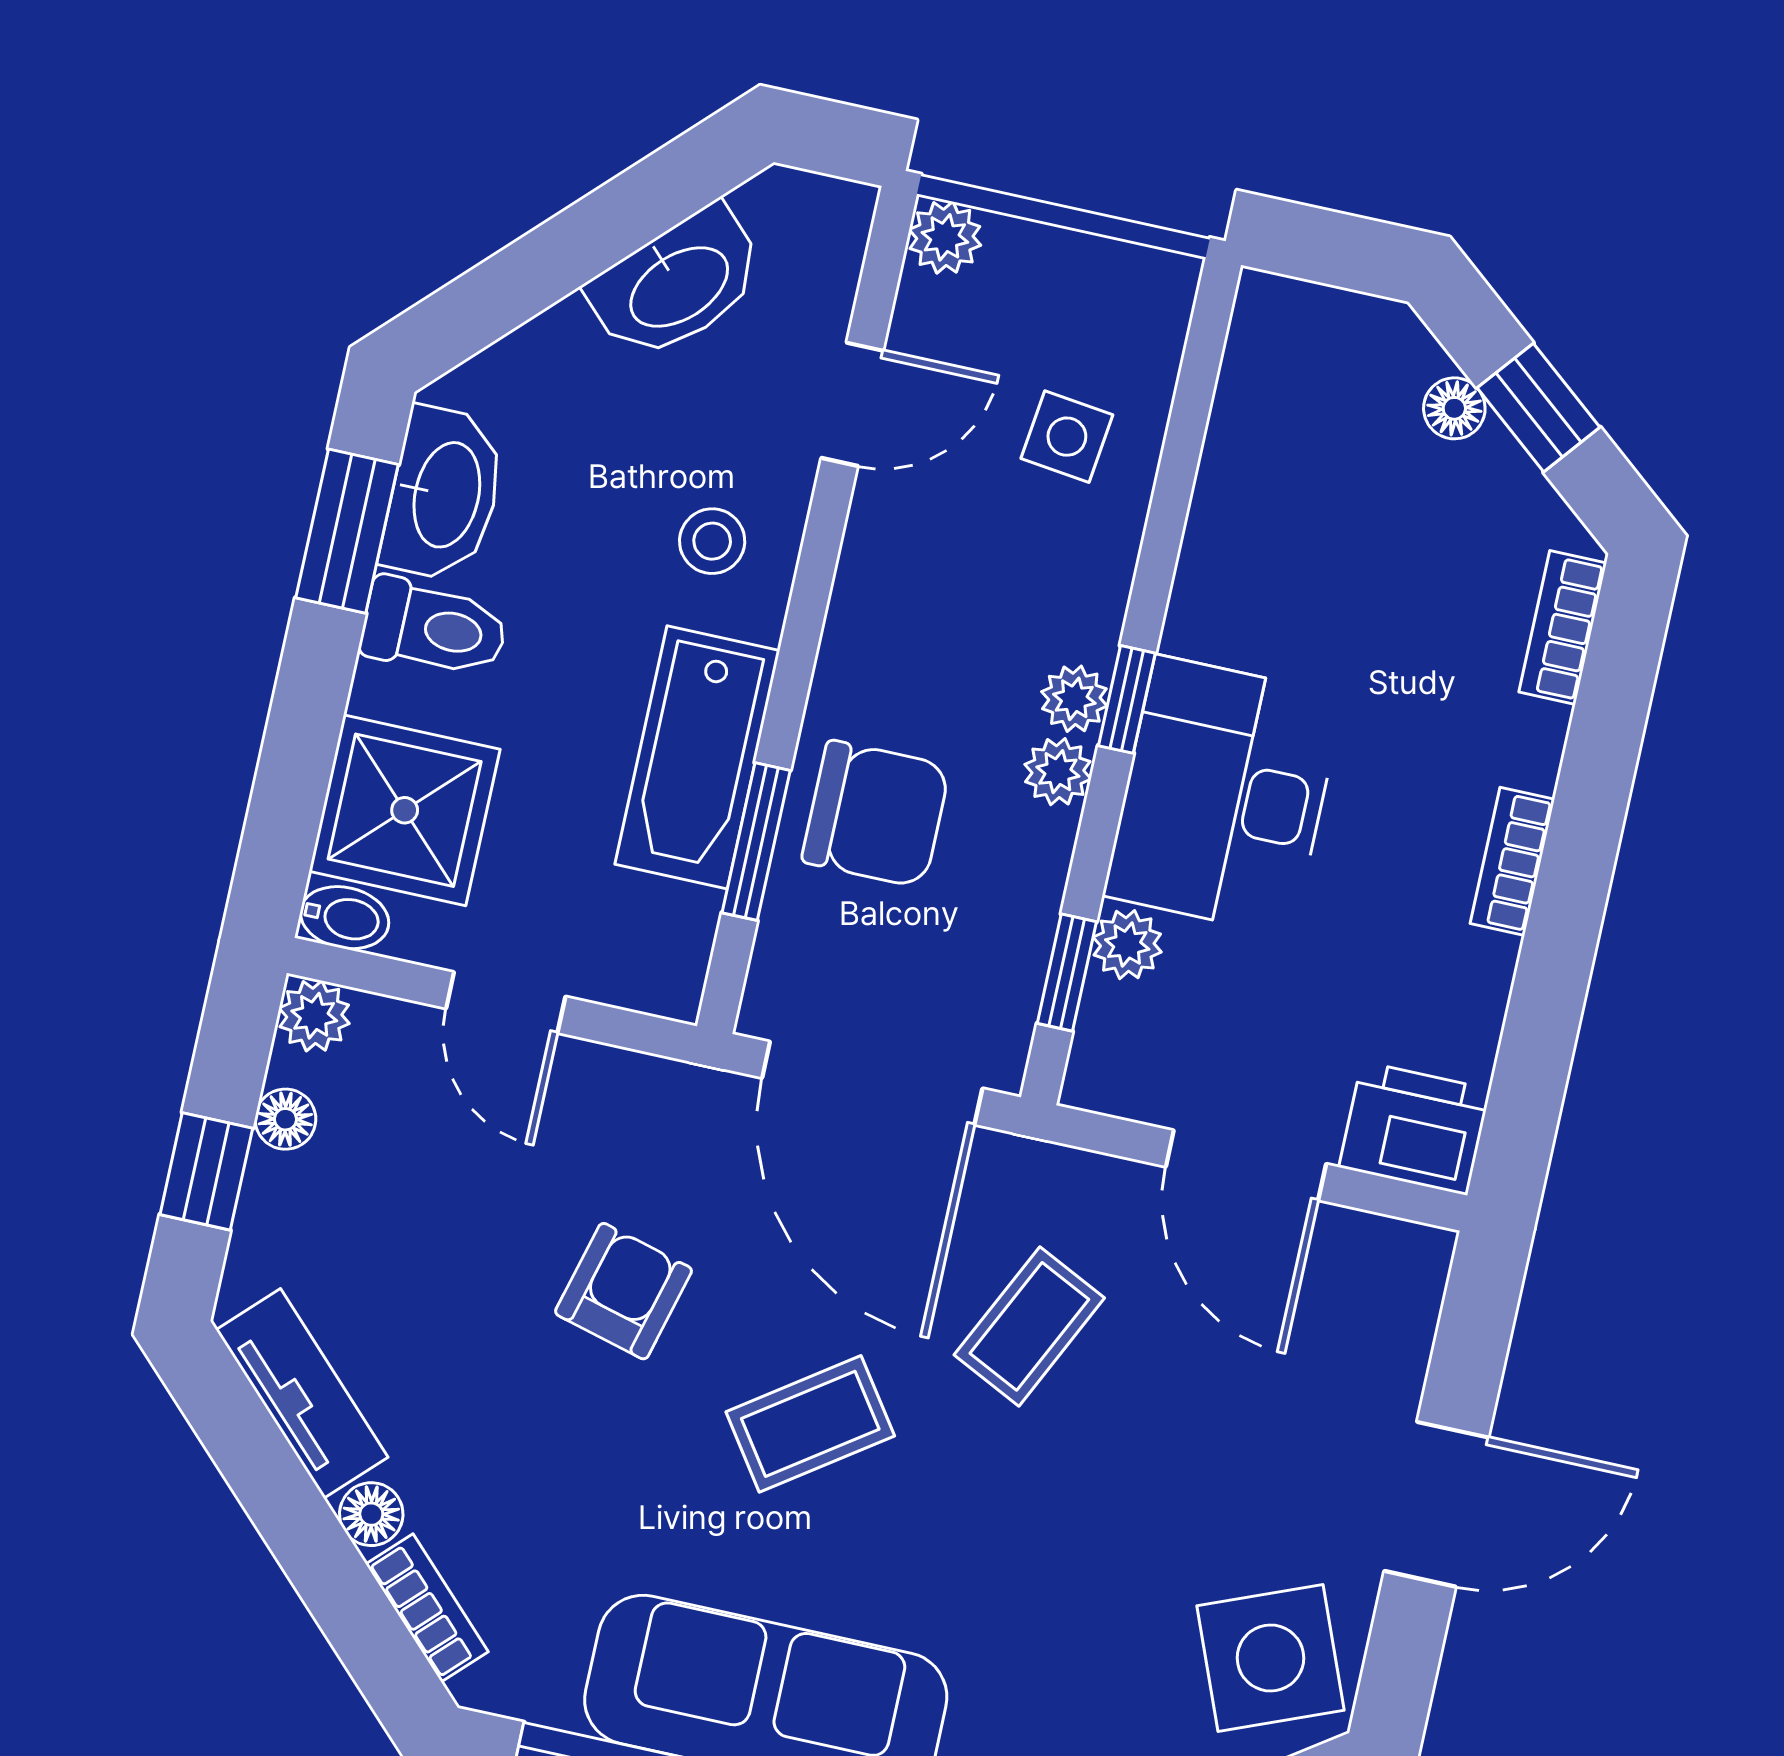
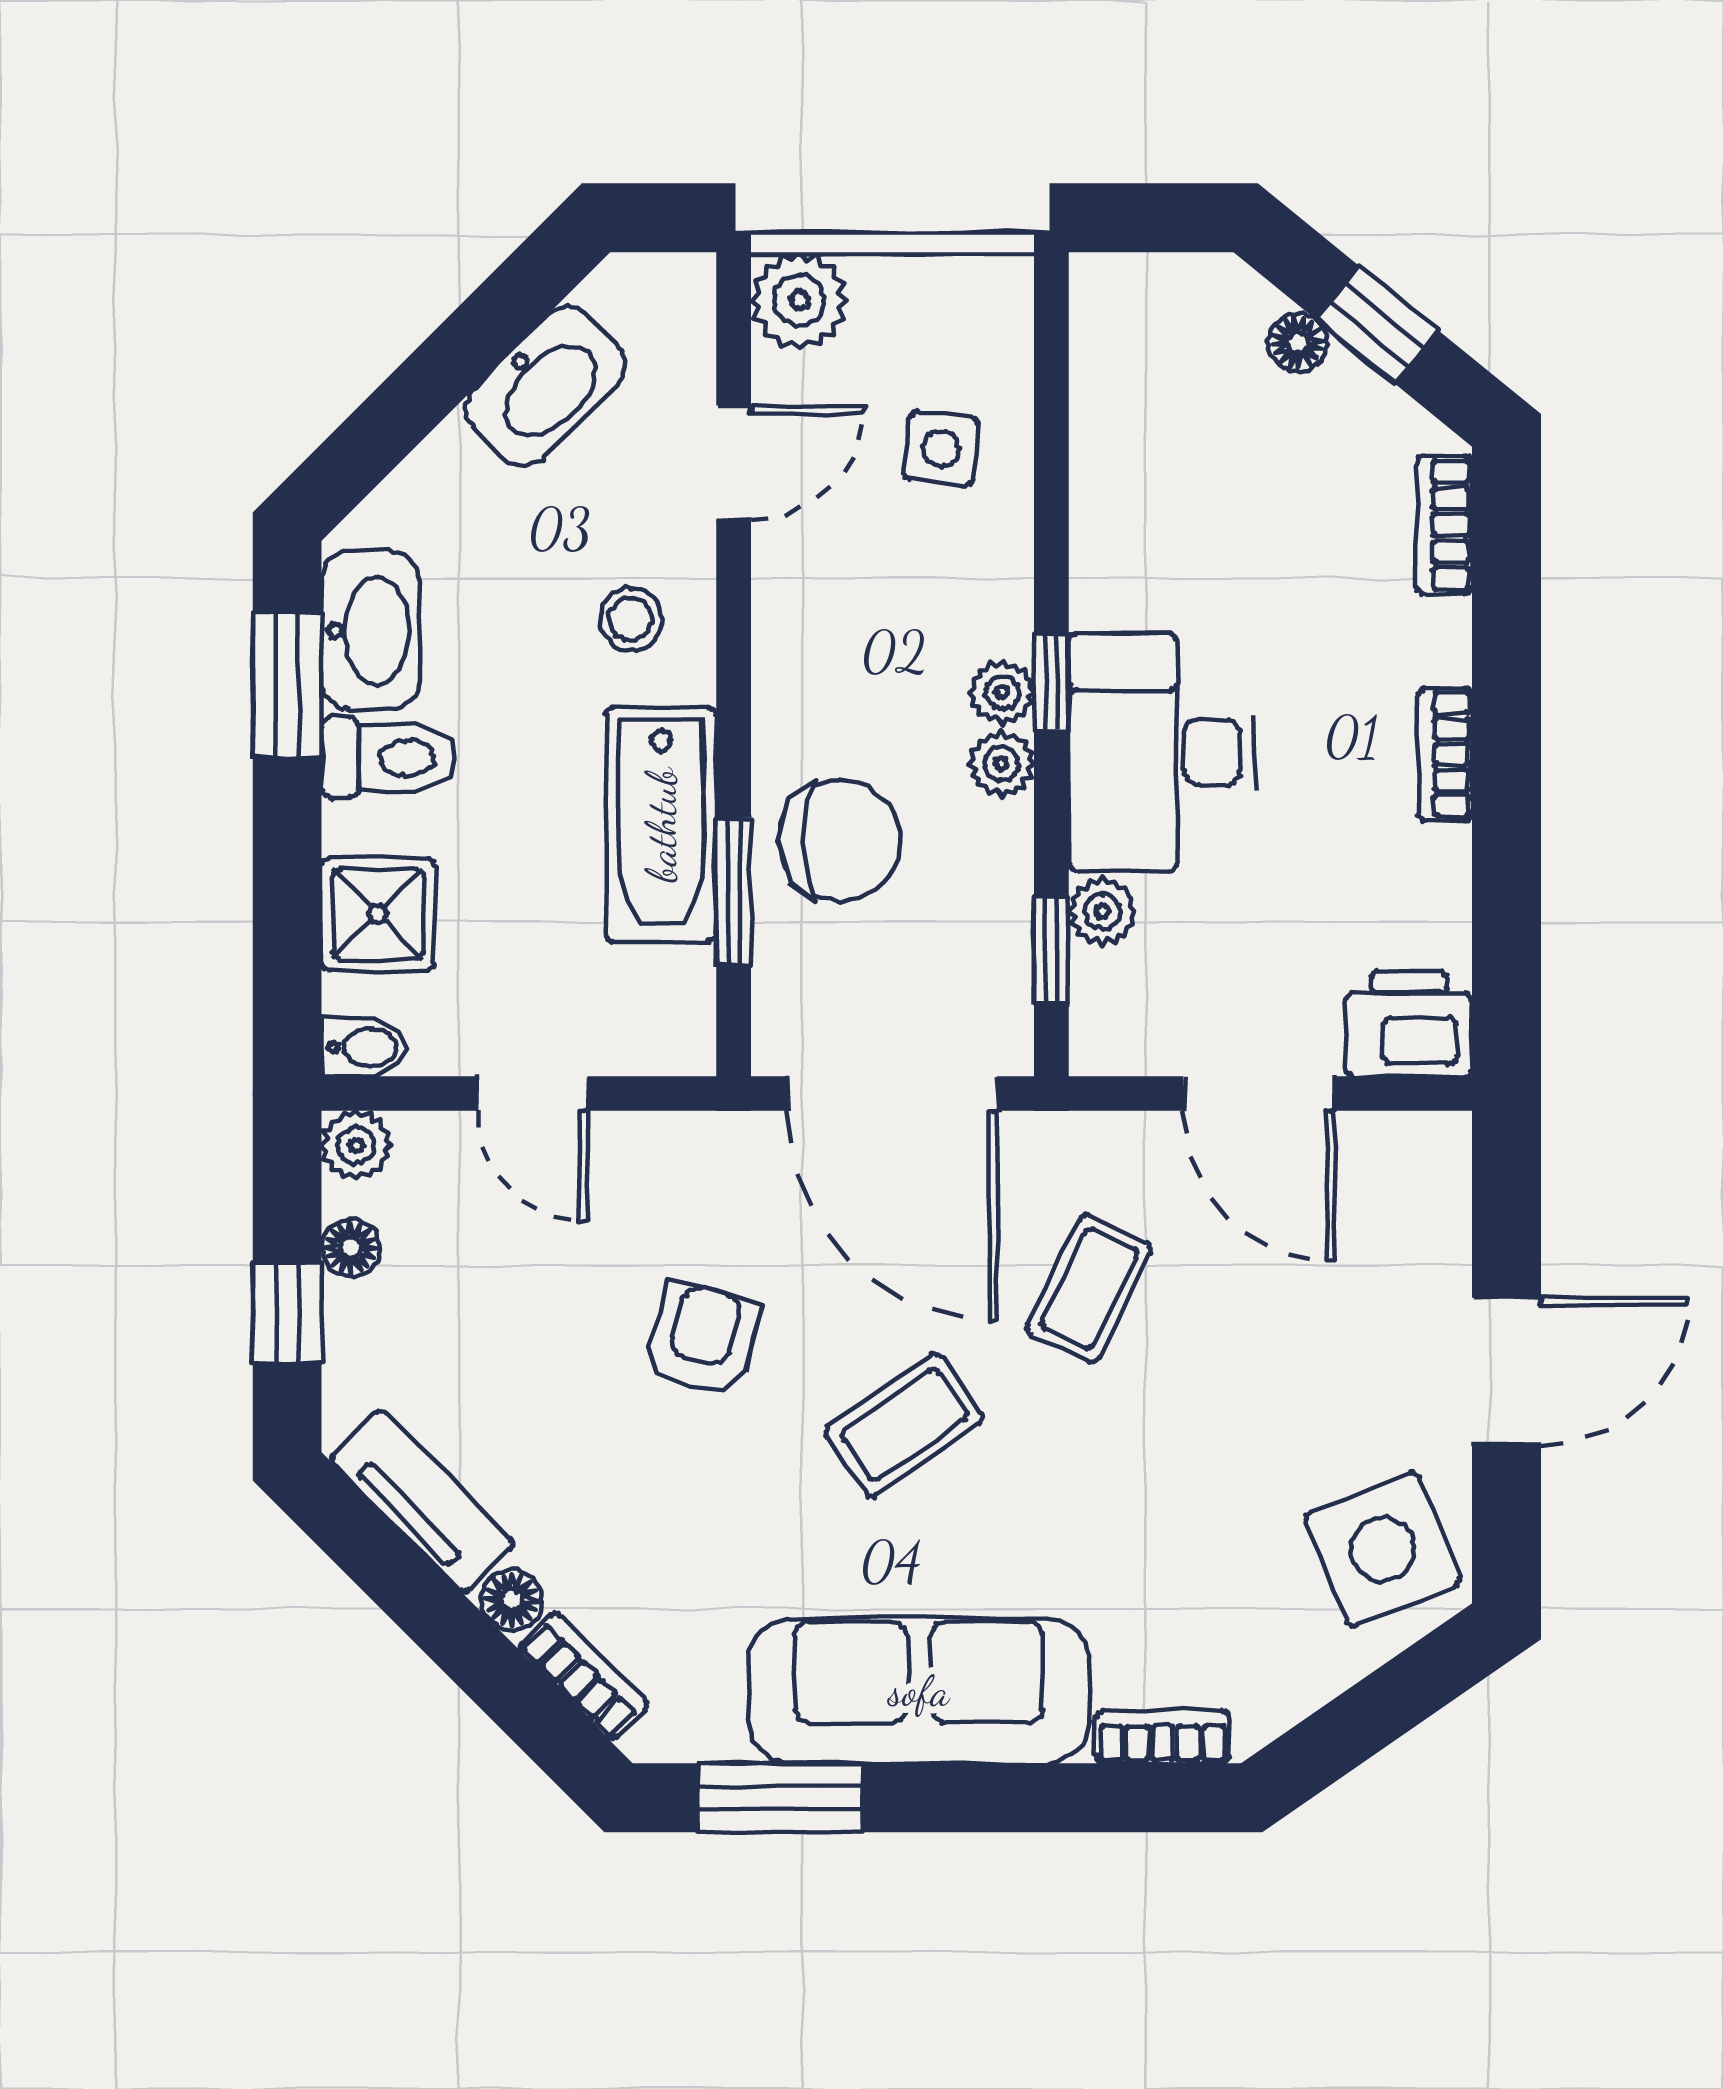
plant: (945, 237) -> (799, 300), width x1.38, depth x1.38
shower: (405, 810) -> (378, 914), width x0.73, depth x0.73

